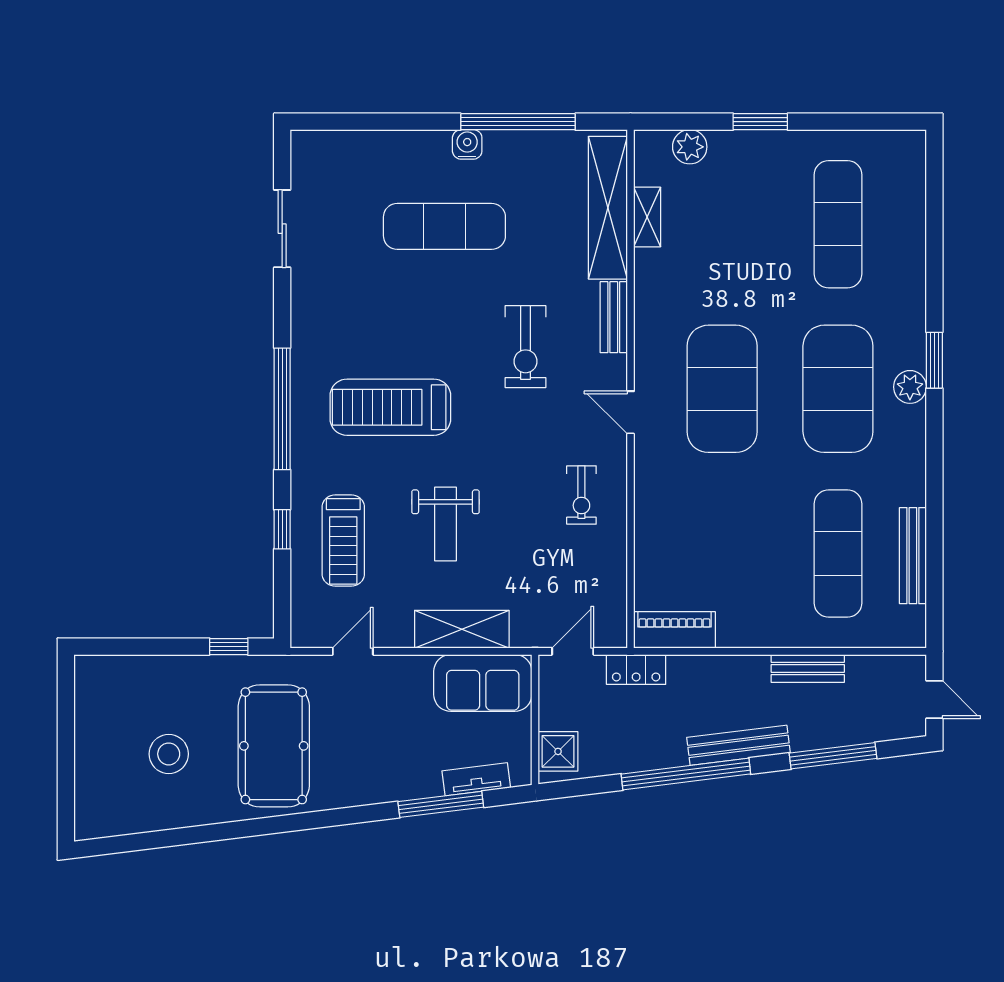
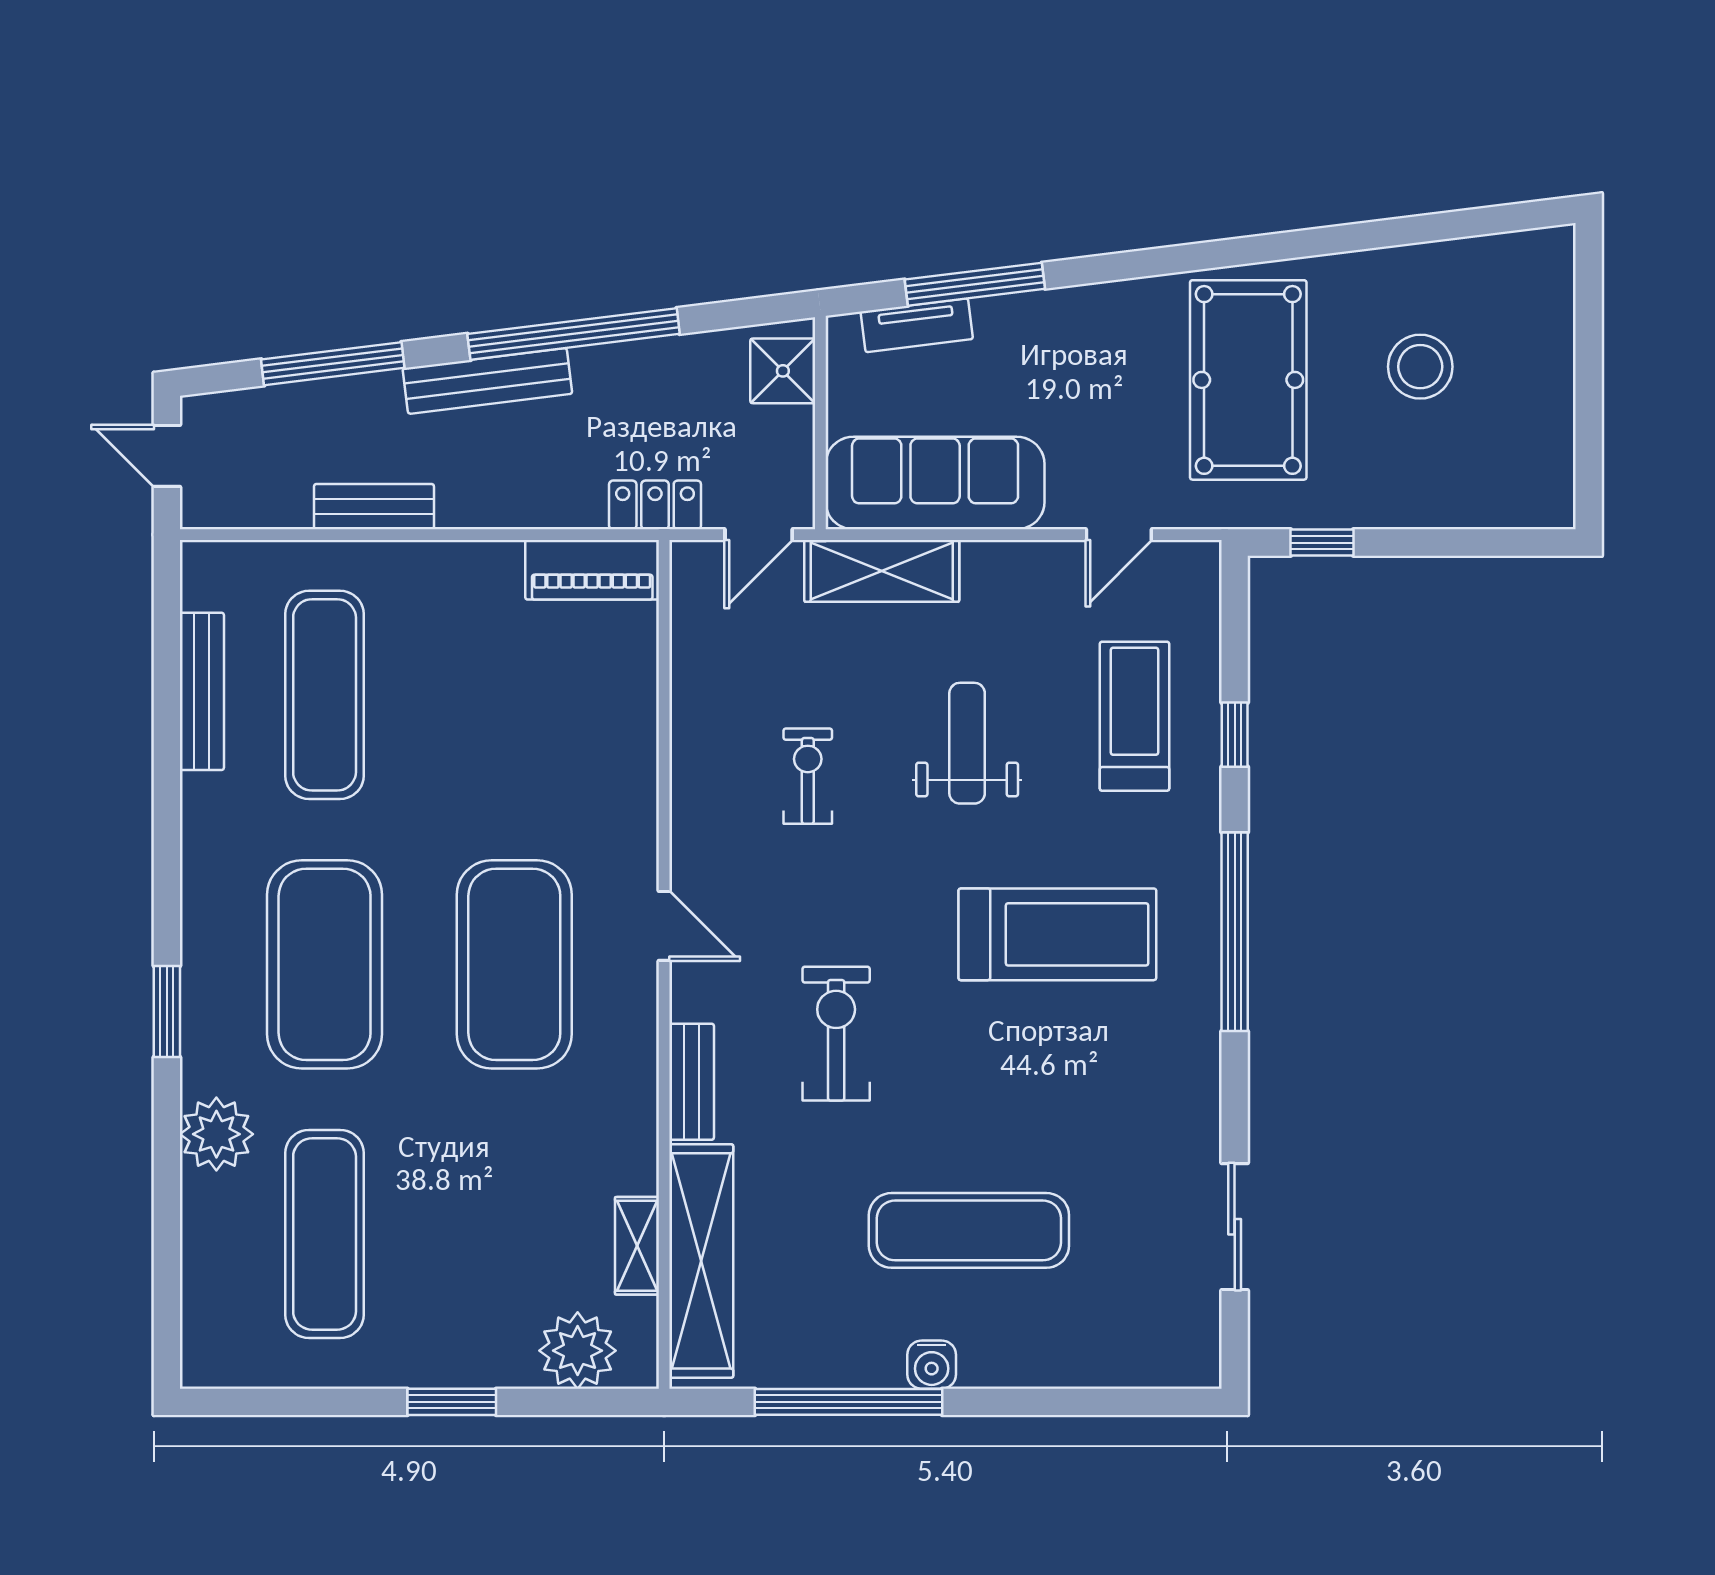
plant: (690, 147) -> (578, 1351), width x1.36, depth x1.36
plant: (910, 387) -> (216, 1134), moved, width x1.36, depth x1.36
exercise bike: (581, 495) -> (808, 776), moved
shelving: (462, 629) -> (882, 571), moved
sofa: (483, 683) -> (935, 483), width x1.36

